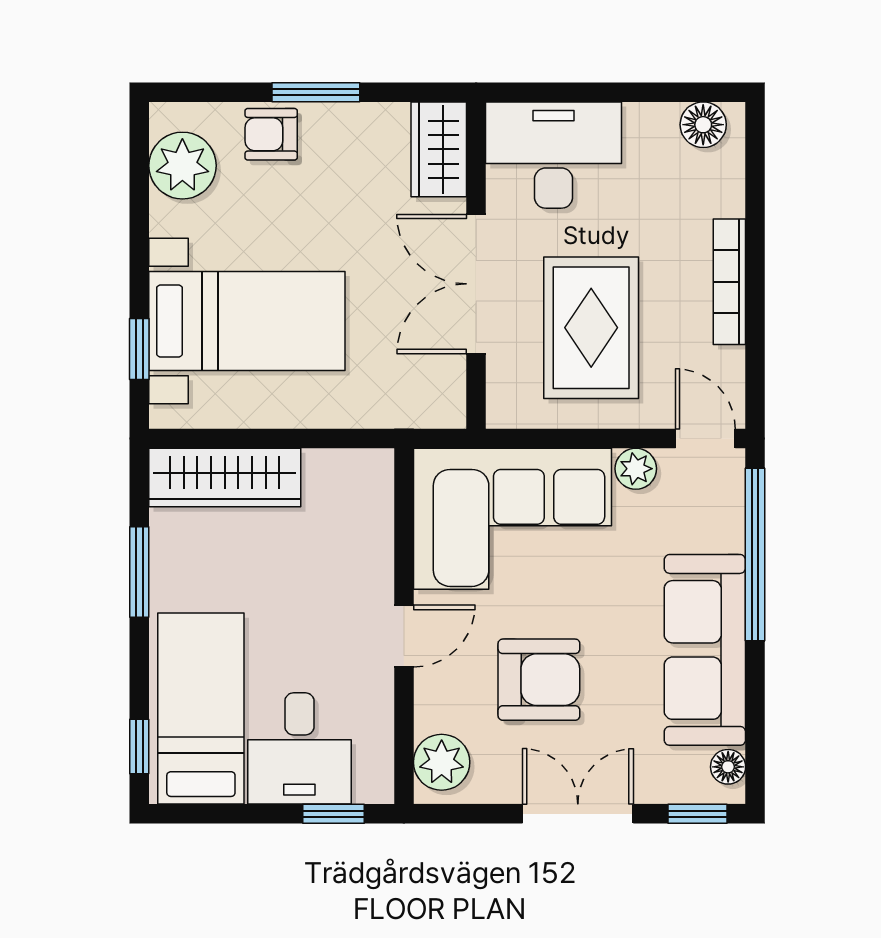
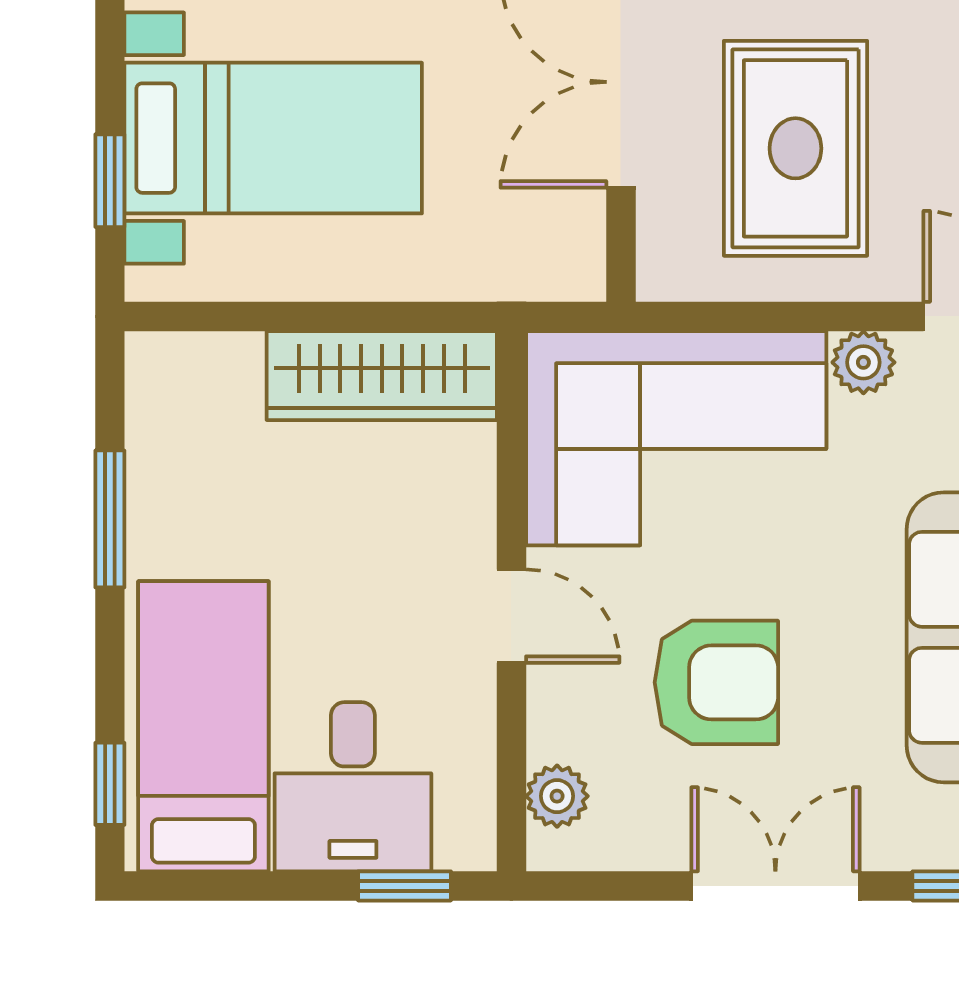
wardrobe: (225, 477) -> (382, 376), moved
door: (404, 636) -> (511, 616), hinge flipped
plant: (442, 762) -> (557, 796), width x0.73, depth x0.73

